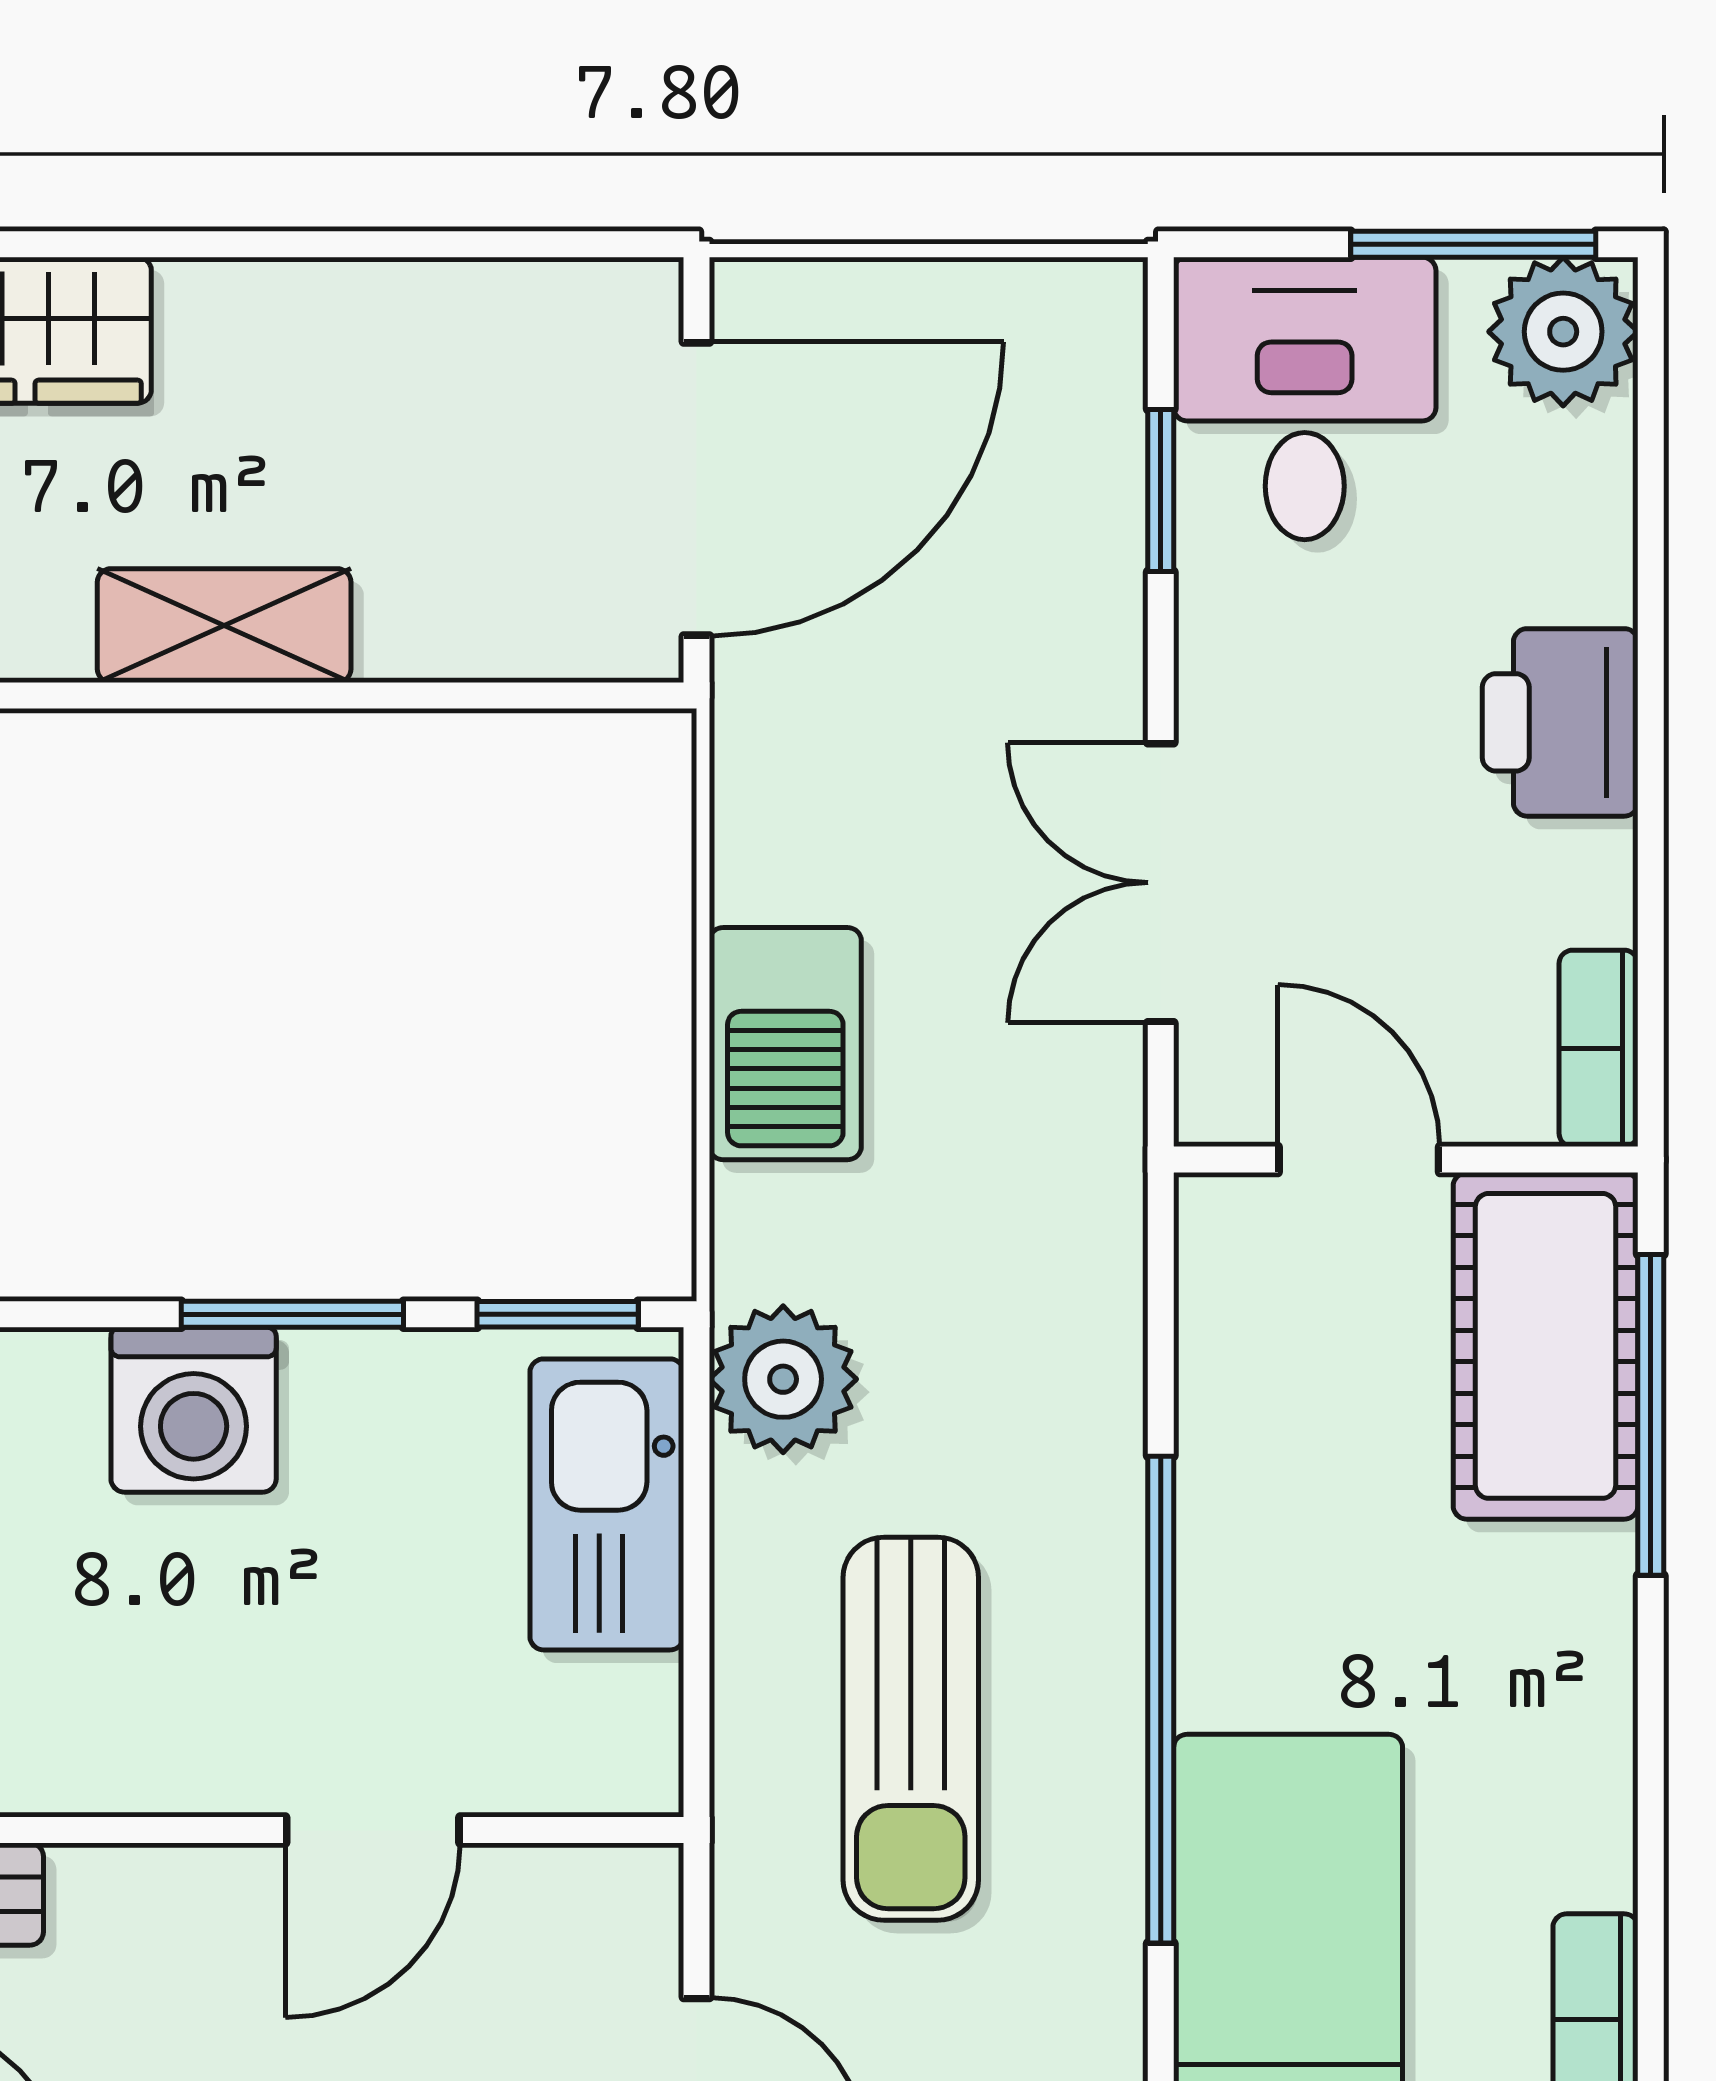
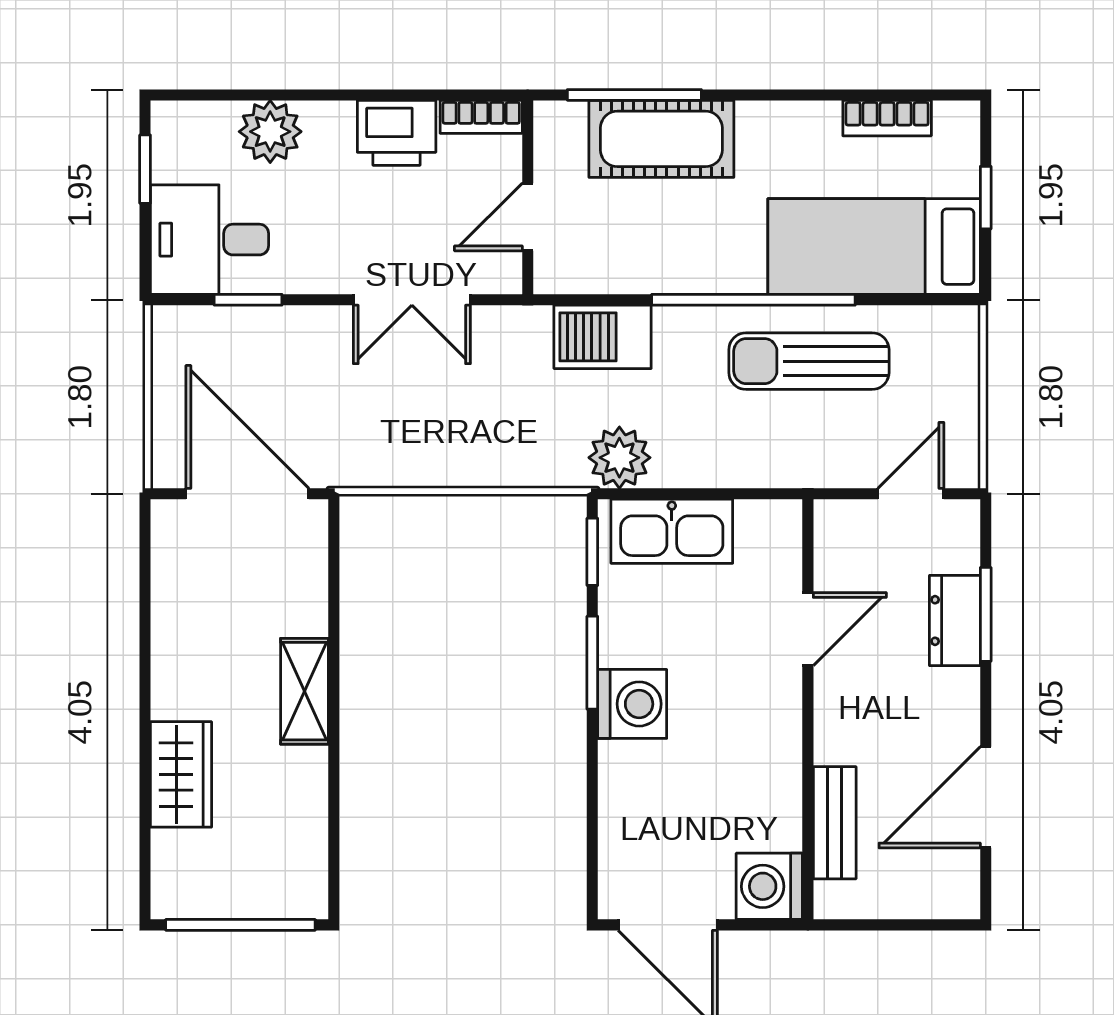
window: (1473, 244) -> (145, 169), width x0.67
plant: (1563, 332) -> (270, 132), moved
printer: (1560, 722) -> (397, 133), moved
barbecue: (785, 1044) -> (603, 337), moved, turned 180
cot: (1546, 1346) -> (661, 139), moved
sun lounger: (911, 1729) -> (809, 361), moved, turned 180
door: (373, 1830) -> (808, 629), hinge flipped

